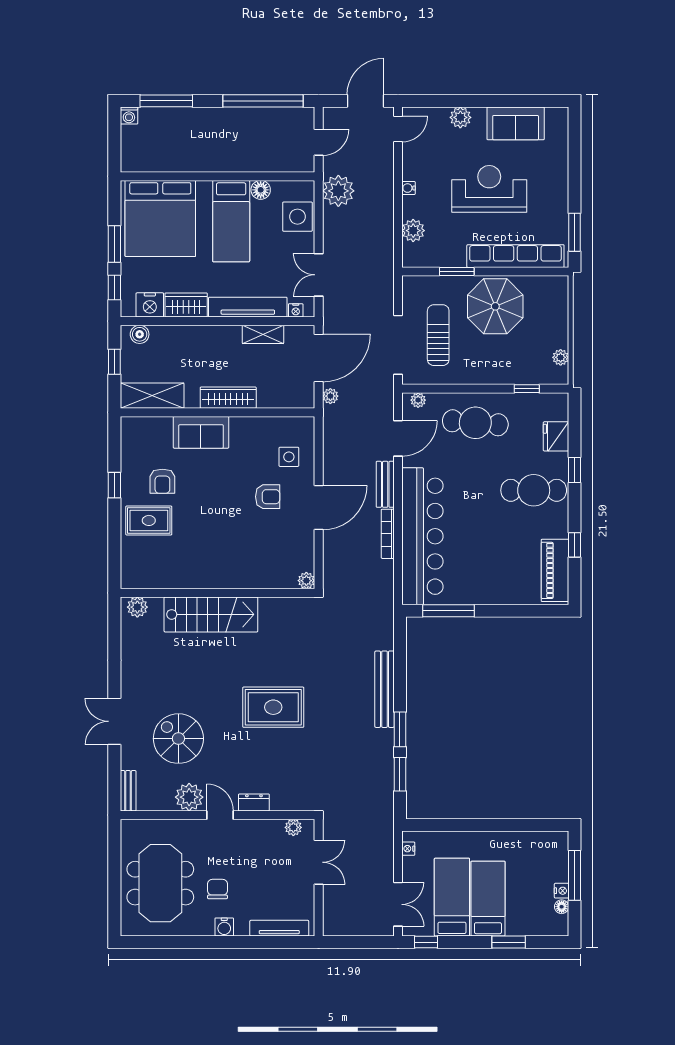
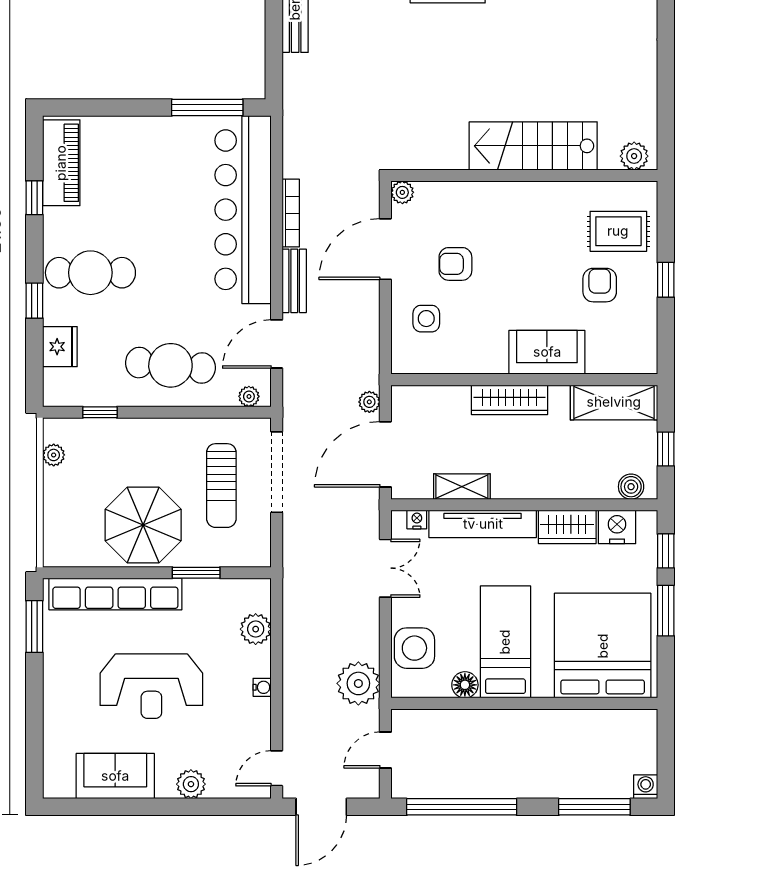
plant: (306, 581) -> (402, 192), moved
wall: (217, 593) -> (524, 175), moved
plant: (137, 607) -> (634, 156), moved
stairs: (211, 614) -> (533, 146), moved

